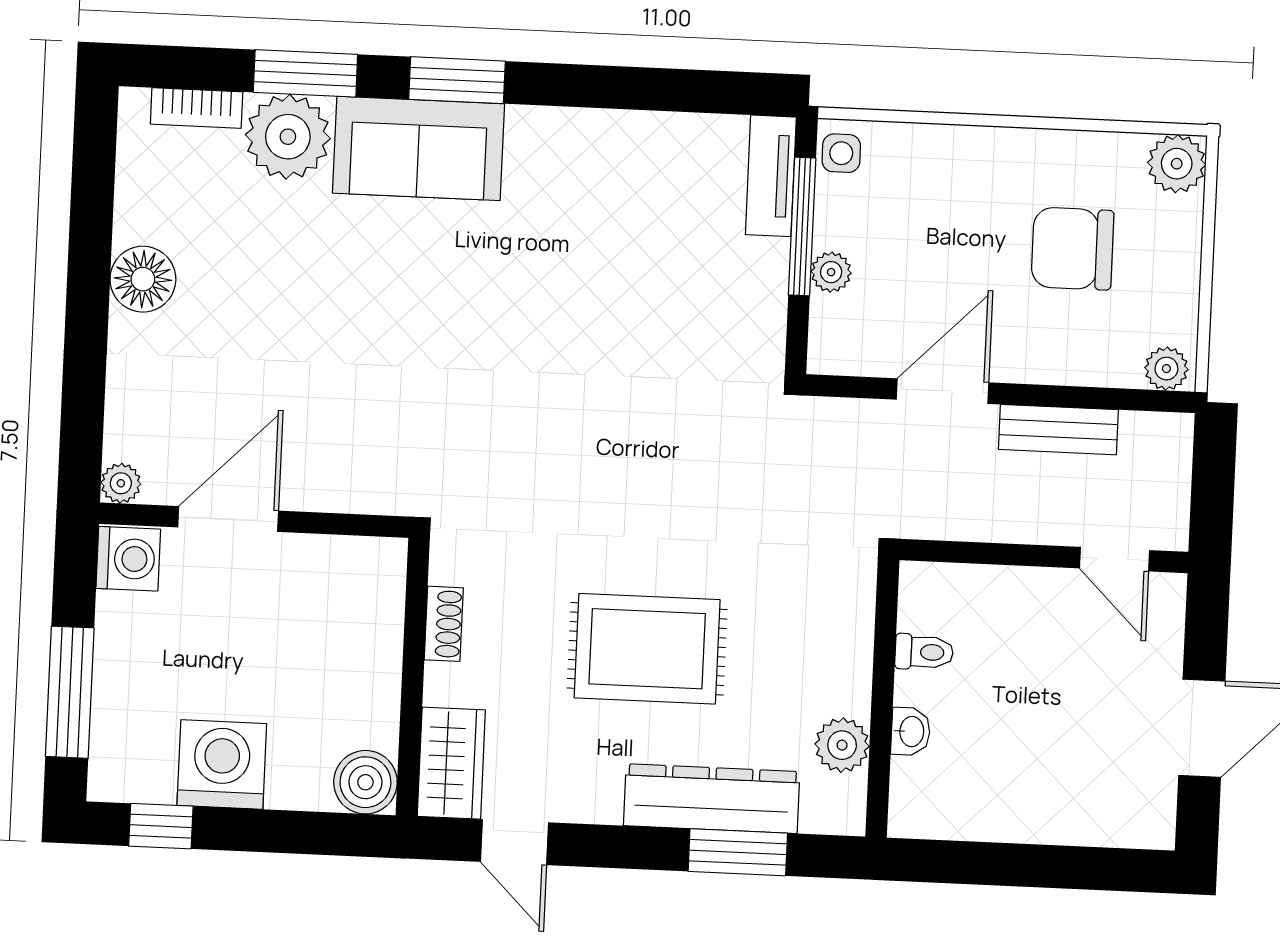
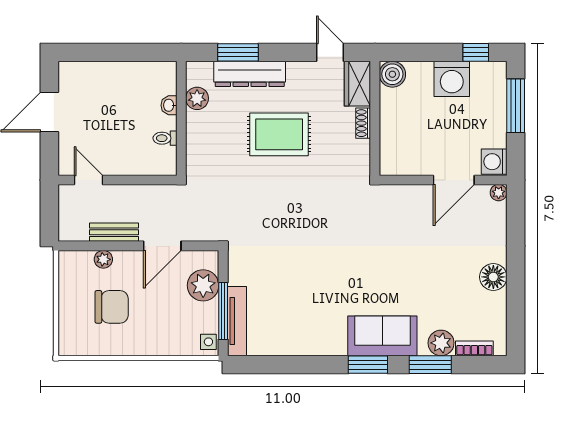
plant: (288, 137) -> (441, 343), width x0.73, depth x0.73
plant: (1177, 164) -> (70, 344), removed
tv unit: (771, 176) -> (237, 321), width x1.41
plant: (831, 272) -> (203, 285), width x1.88, depth x1.88
plant: (1166, 369) -> (103, 259), moved
shoe rack: (444, 624) -> (363, 123), moved

